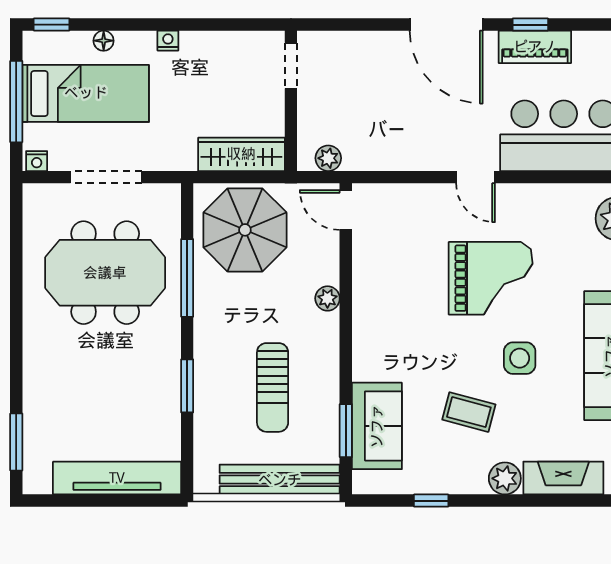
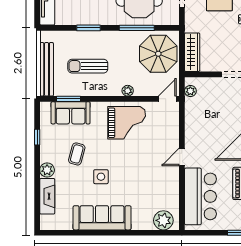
grand piano: (491, 278) -> (127, 123), moved, turned -90

